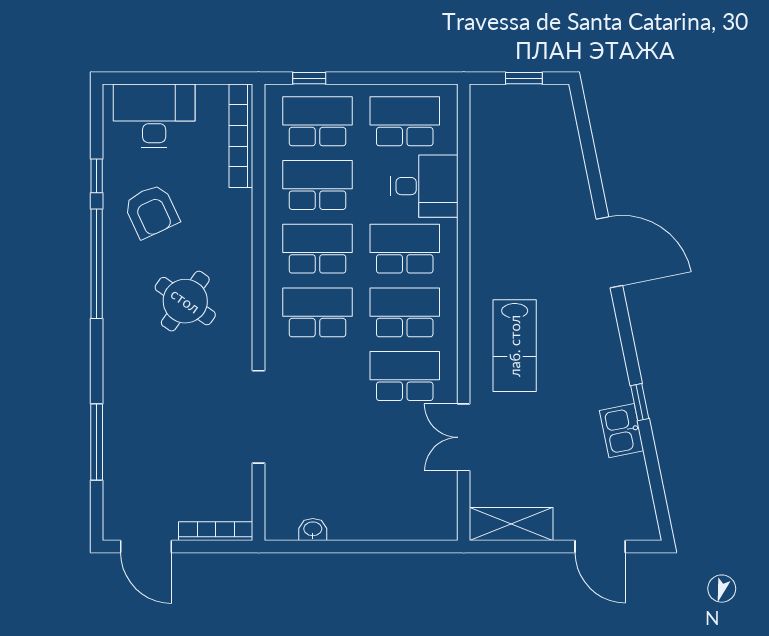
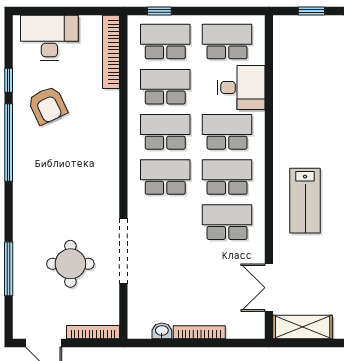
round table: (185, 301) -> (70, 264), moved, turned -35
double door: (464, 437) -> (269, 288), moved
bookcase: (365, 531) -> (199, 332), added

